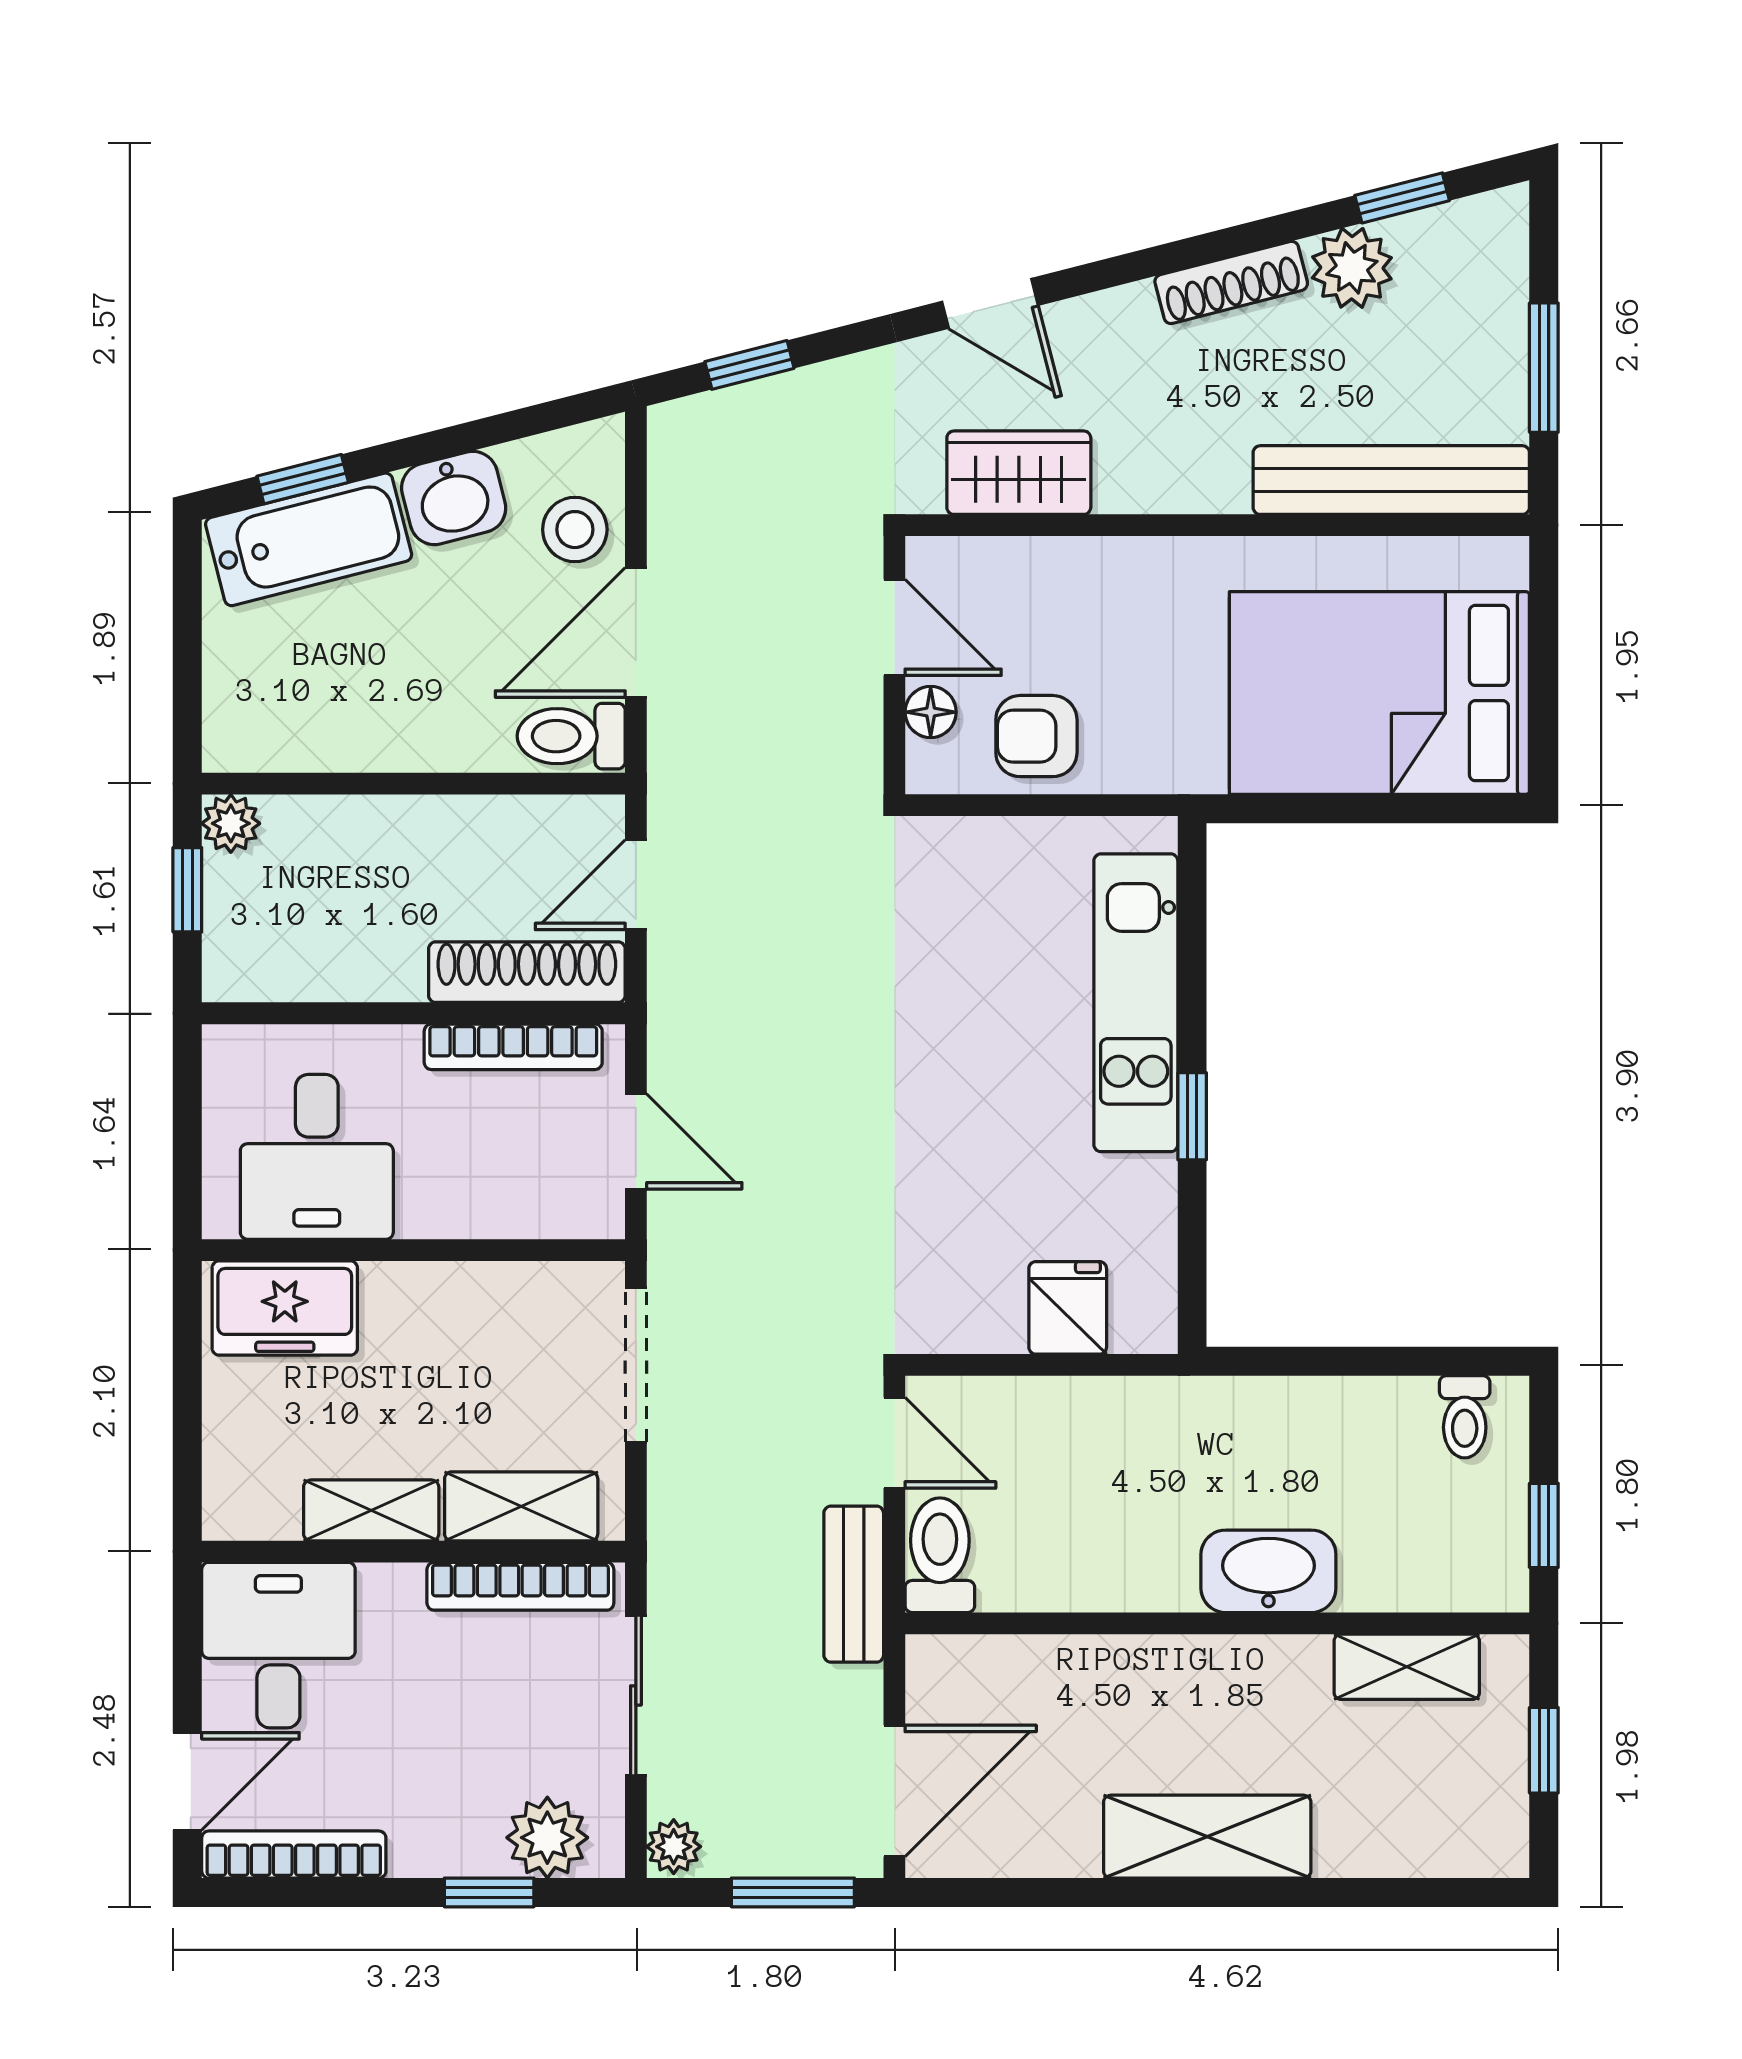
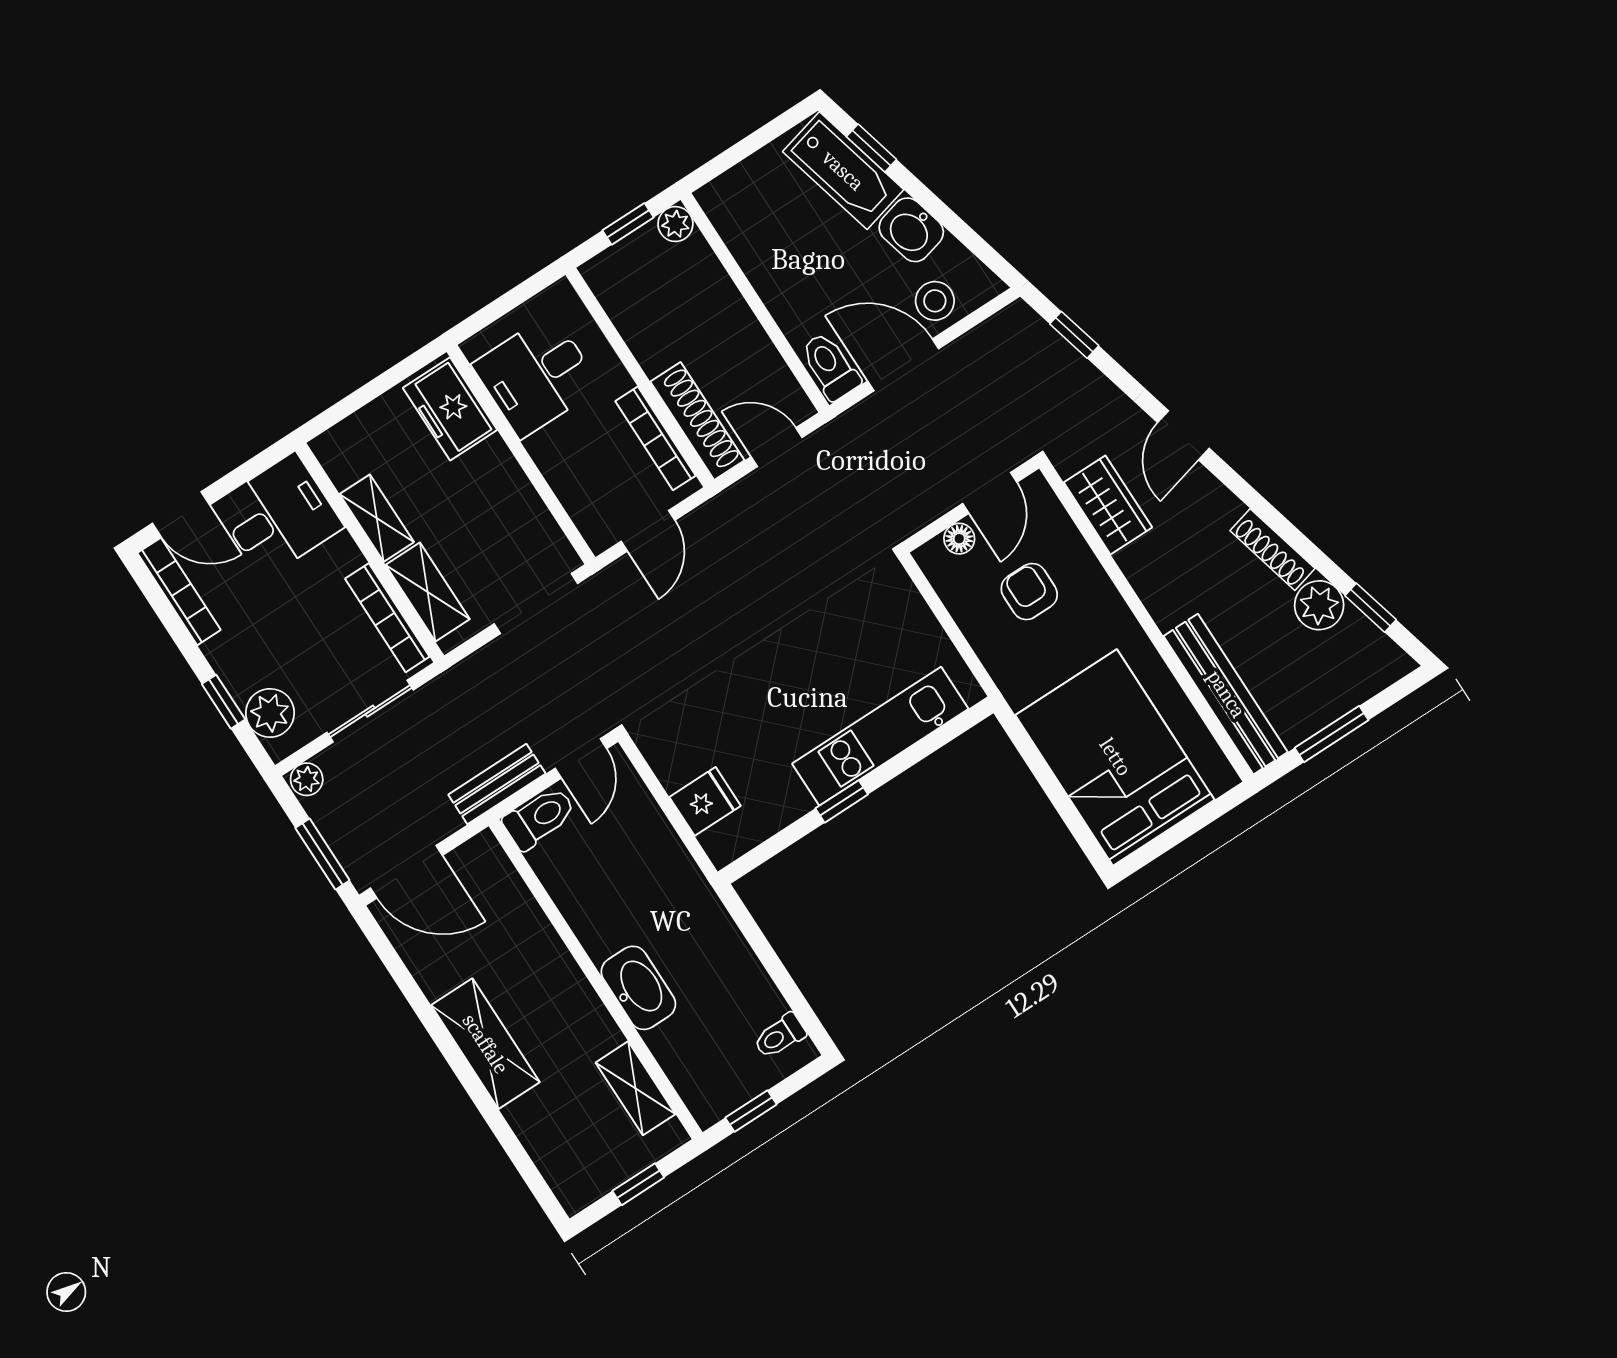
armchair: (1036, 736) -> (1029, 592), moved

